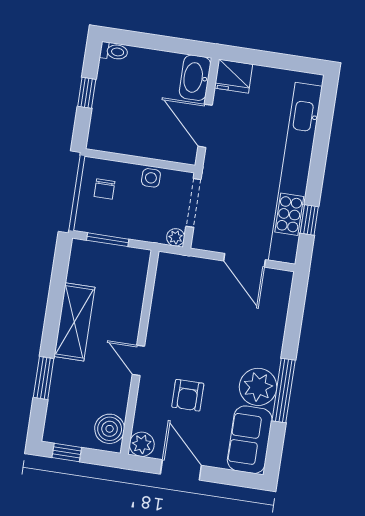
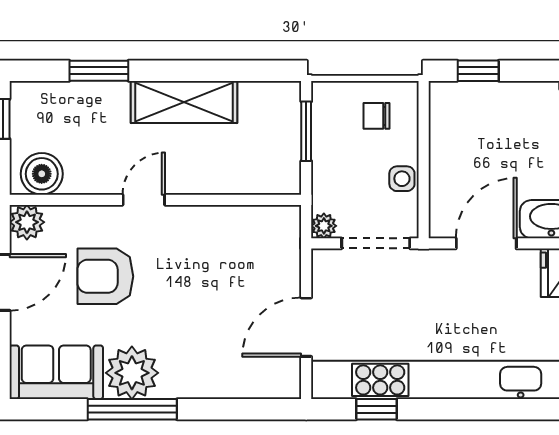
window: (87, 93) -> (478, 71), moved
armchair: (188, 395) -> (105, 276), width x1.38, depth x1.38

